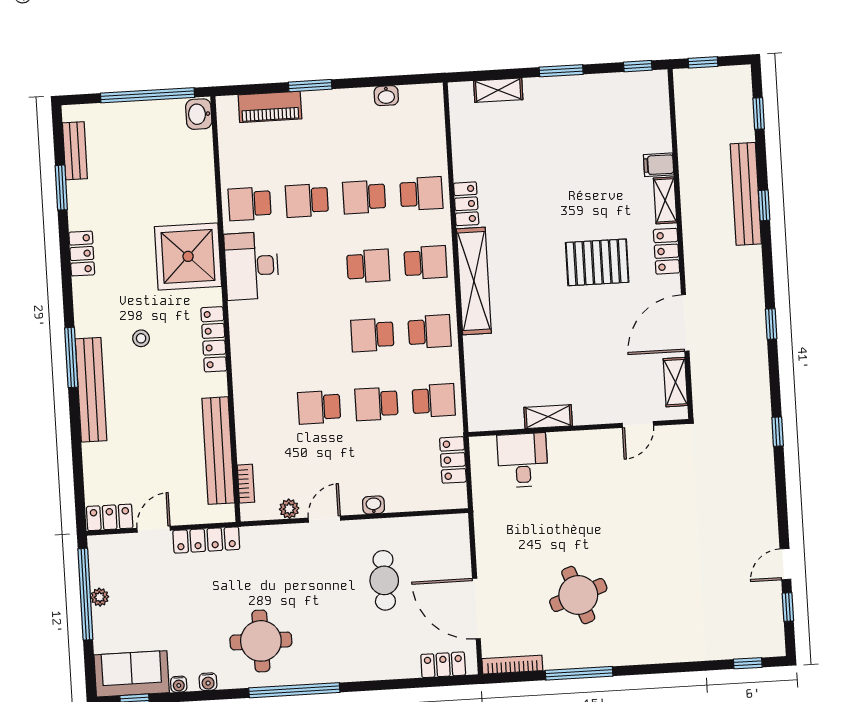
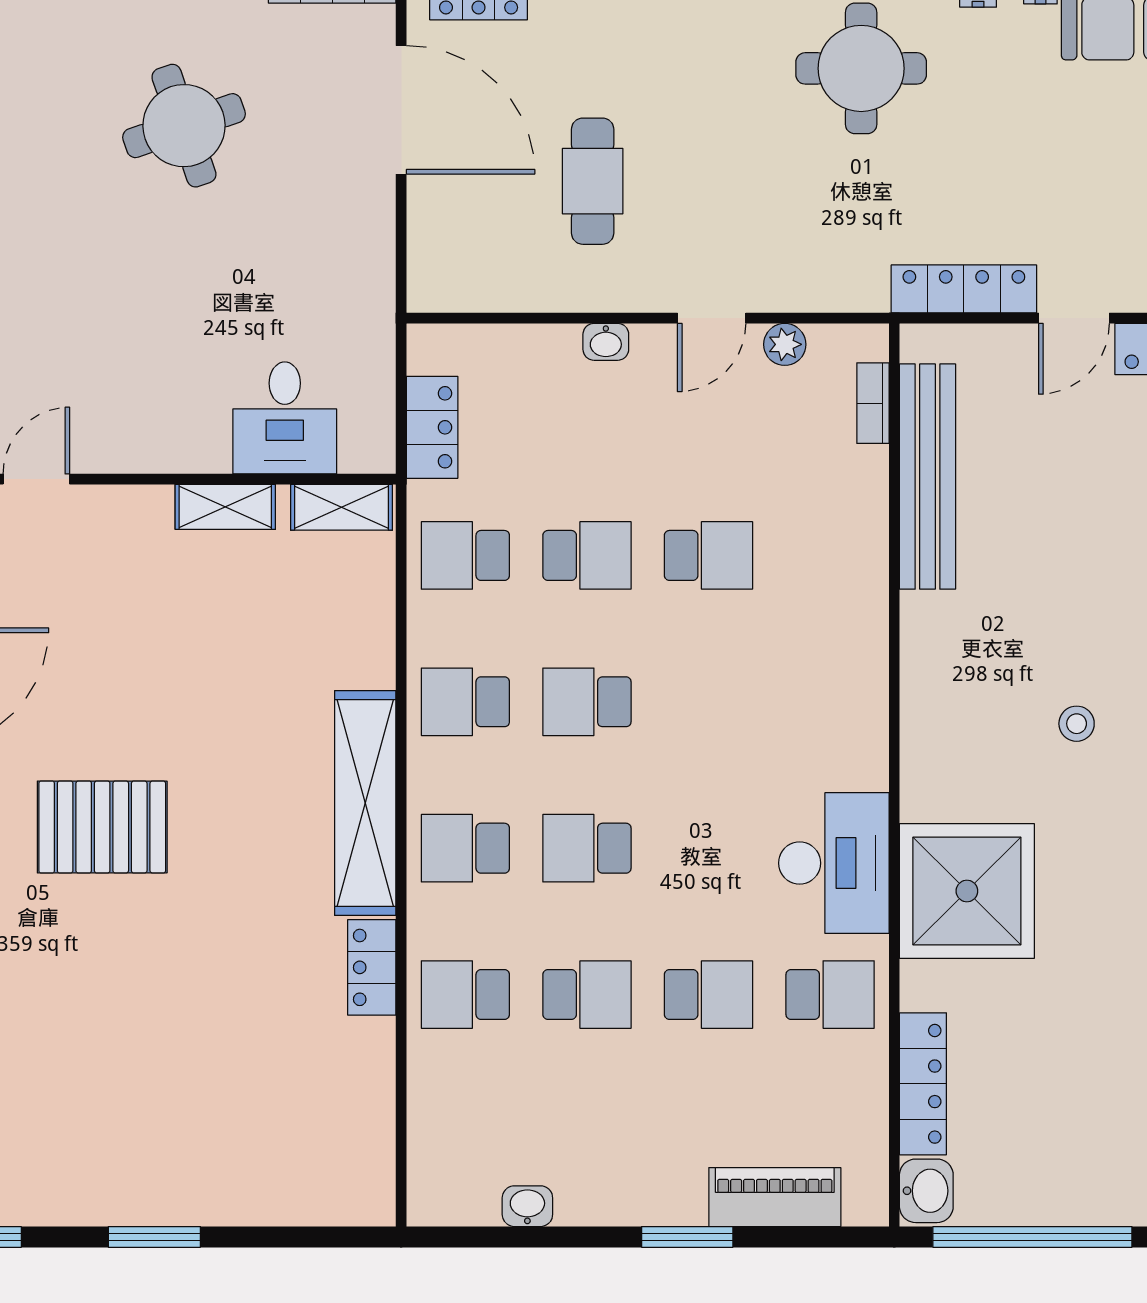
shelving: (498, 90) -> (341, 507), moved
school desk: (372, 335) -> (587, 702), turned 180
locker: (214, 339) -> (923, 1084), moved

